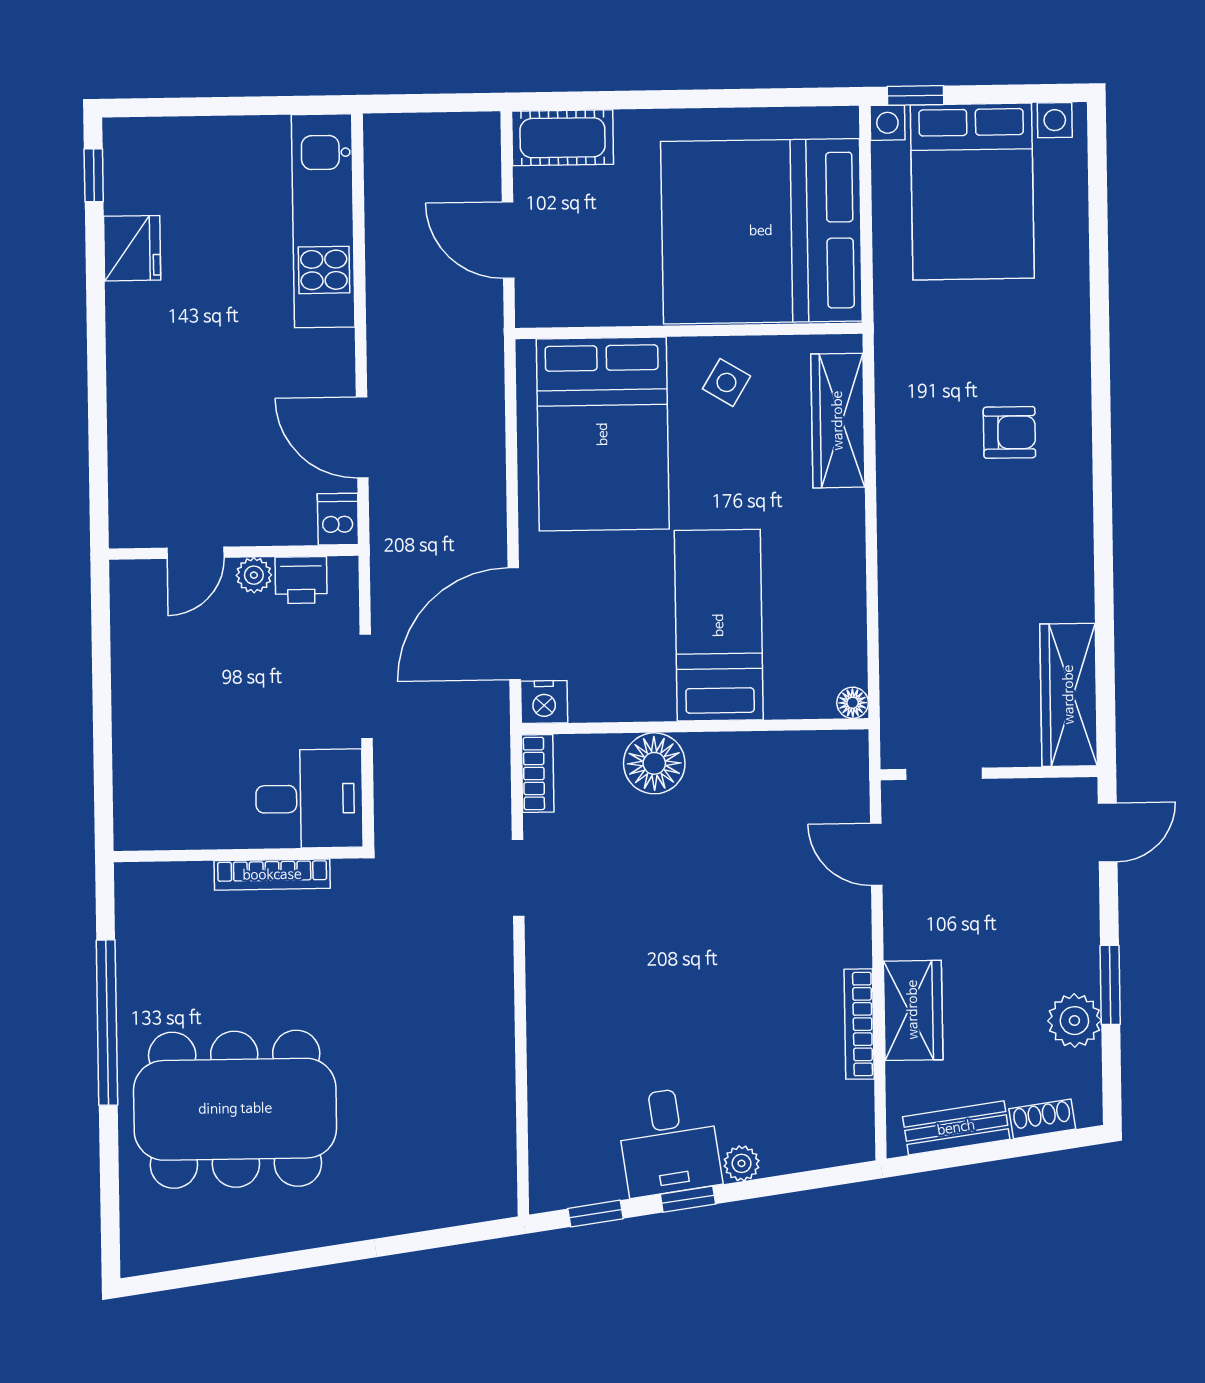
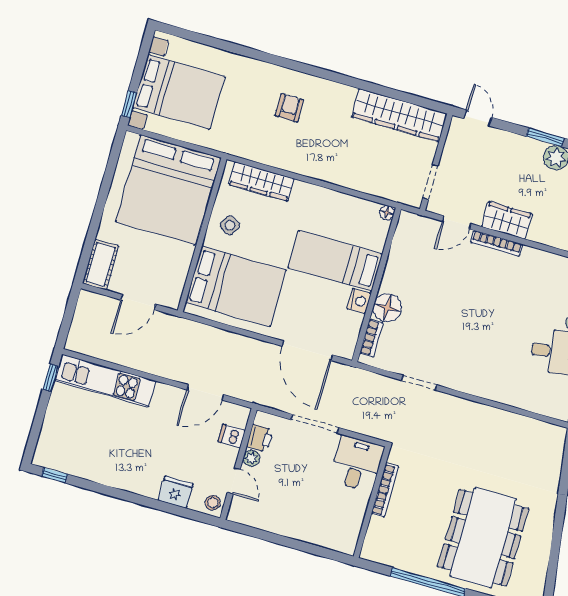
window: (295, 105) -> (51, 378), added
fridge: (132, 248) -> (175, 492), moved
dishwasher: (338, 519) -> (232, 436), moved
stool: (137, 523) -> (213, 503), added
wardrobe: (1069, 695) -> (399, 115), width x1.40, depth x1.17
nightstand: (544, 702) -> (359, 301), moved
bookcase: (538, 773) -> (371, 338), moved, turned 90
wardrobe: (913, 1010) -> (507, 220), moved
bookcase: (859, 1024) -> (497, 243), moved

